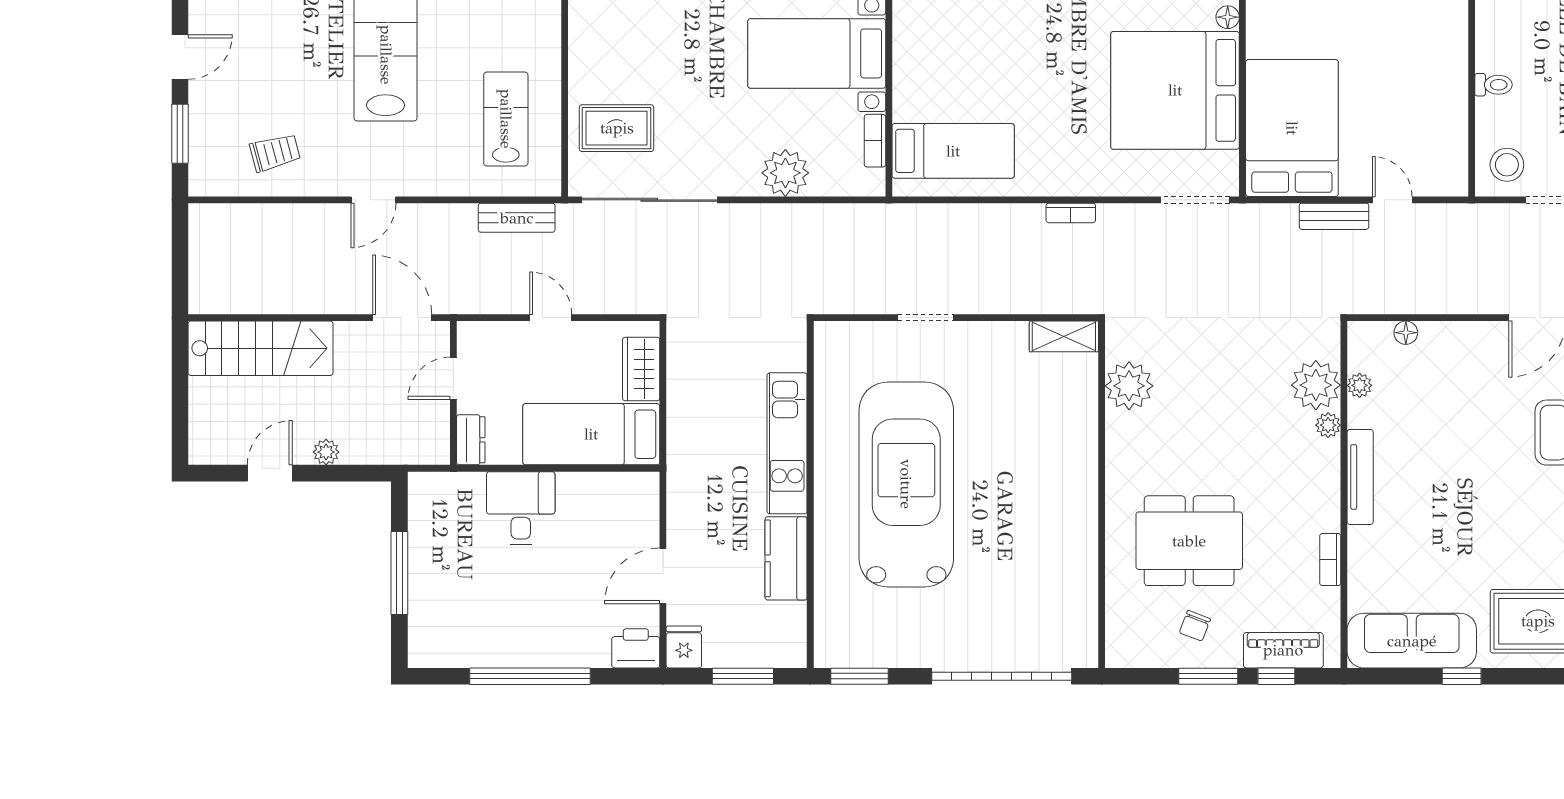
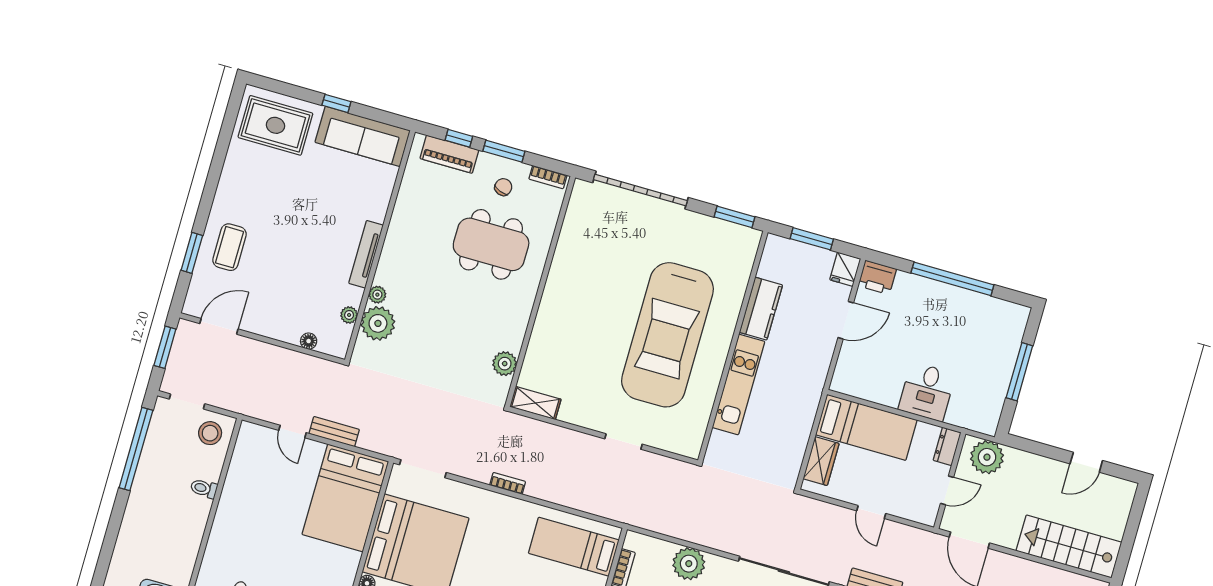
plant: (1129, 386) -> (505, 364), width x0.73, depth x0.73
plant: (326, 452) -> (987, 457), moved, width x1.88, depth x1.88
bookcase: (1330, 560) -> (548, 177), moved, turned 90

